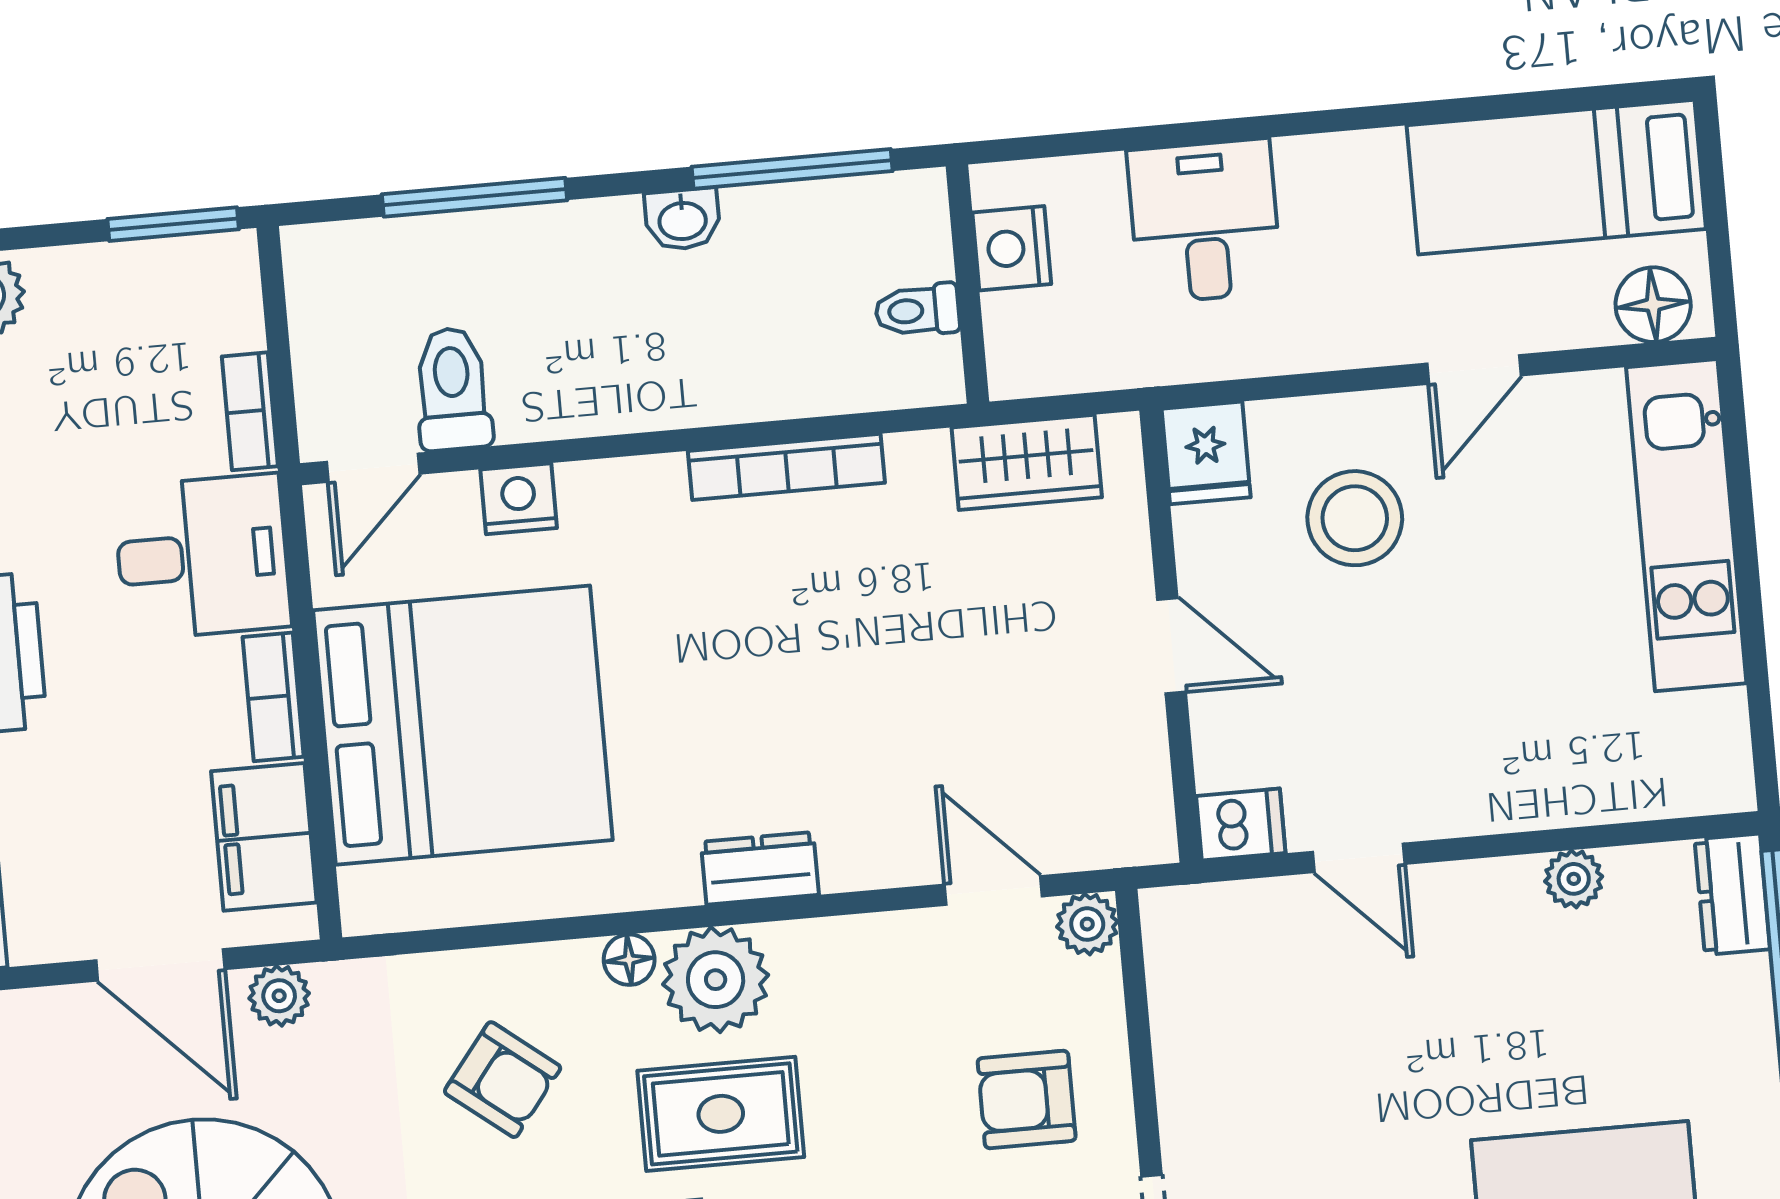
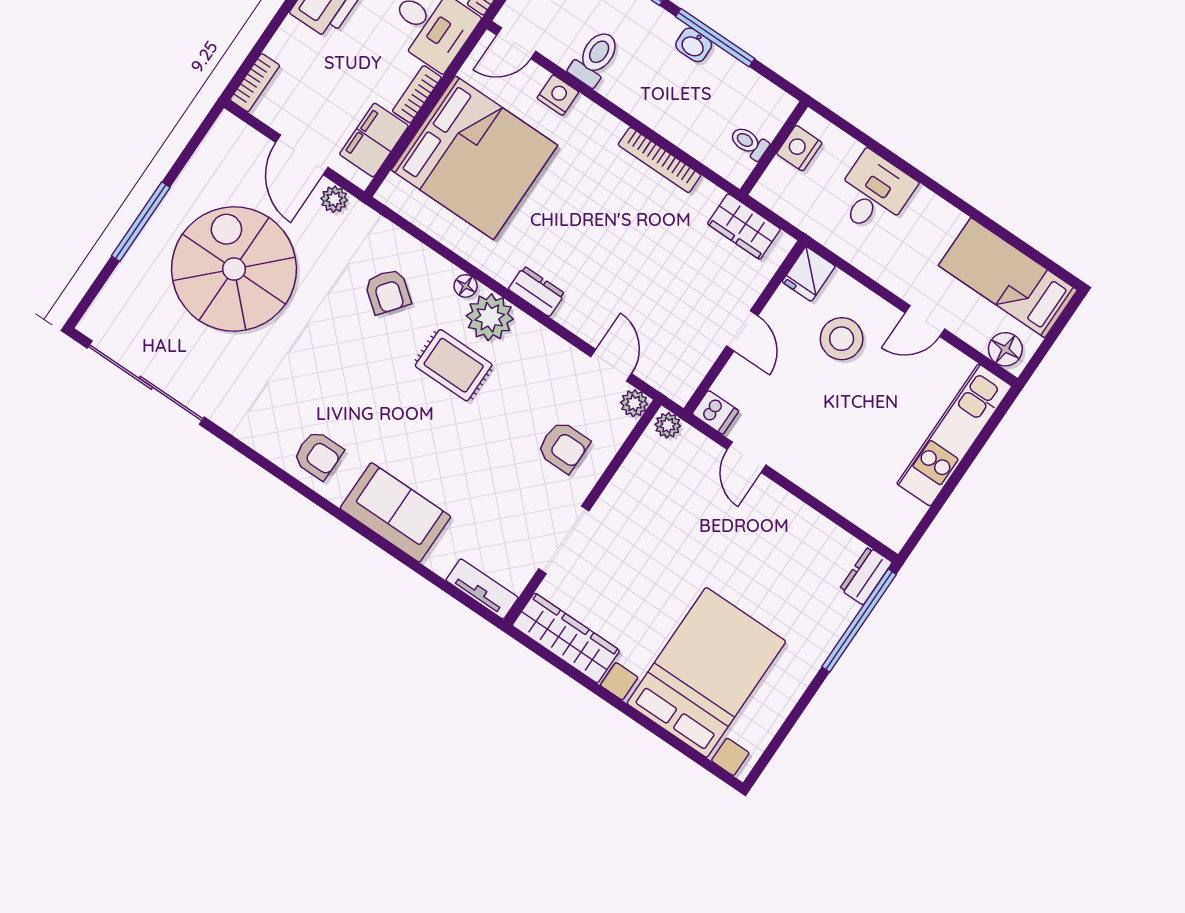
window: (792, 169) -> (715, 38), moved
toilet: (453, 389) -> (595, 58), moved
plant: (1574, 879) -> (668, 425), moved
armchair: (1027, 1100) -> (563, 447), turned 180

